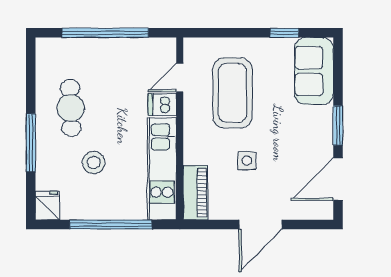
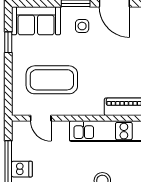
dishwasher: (162, 105) -> (22, 169), moved, turned -90
side table: (247, 161) -> (82, 26), moved

